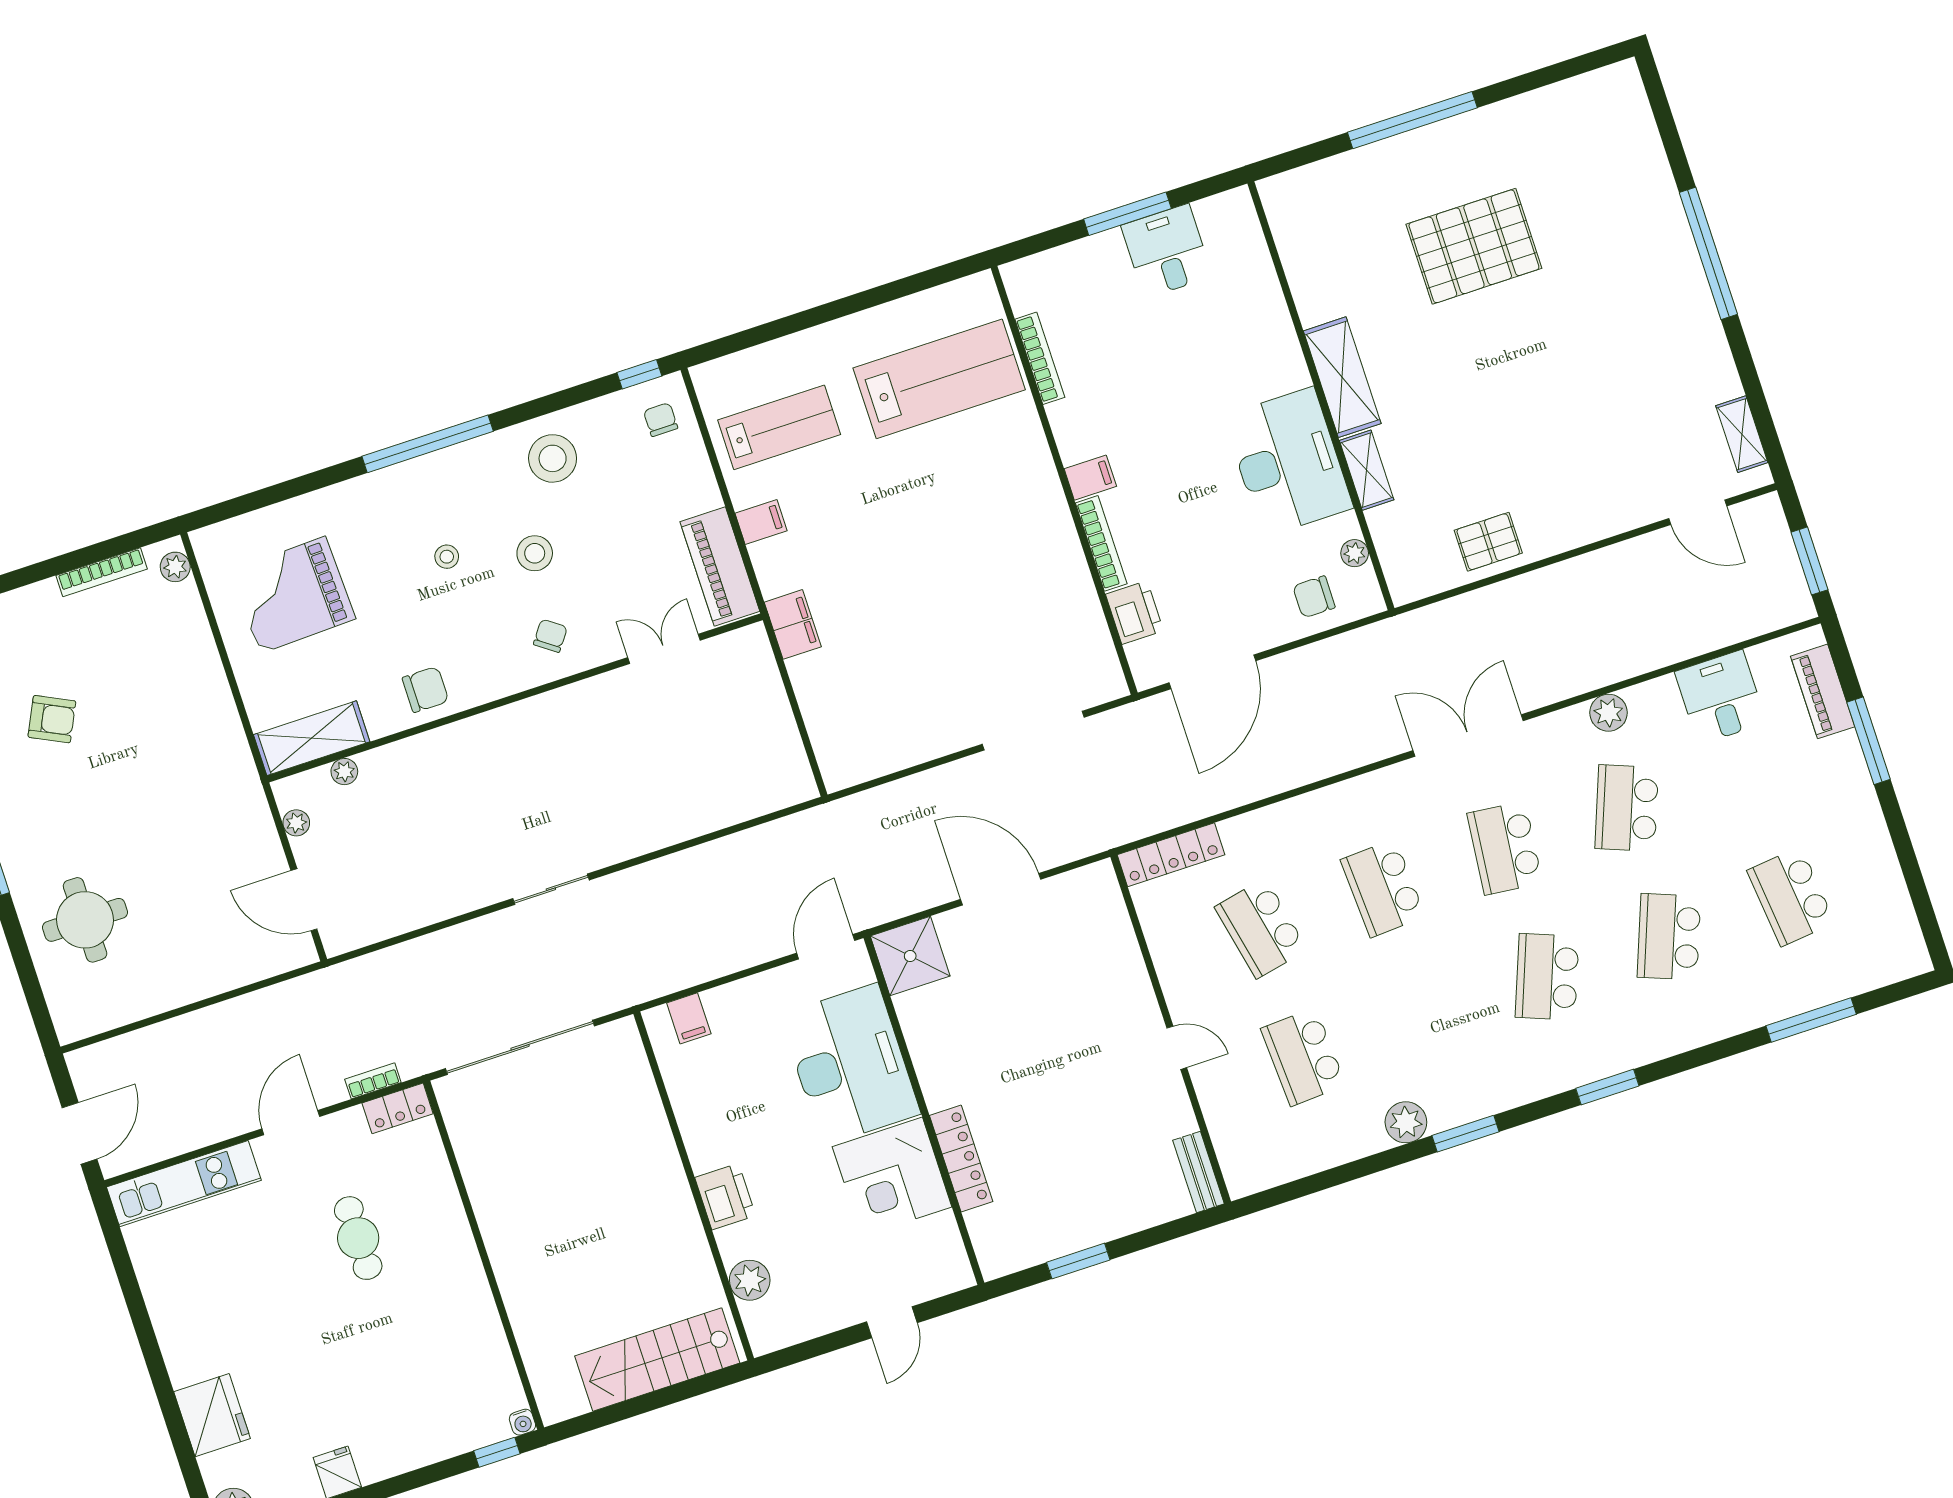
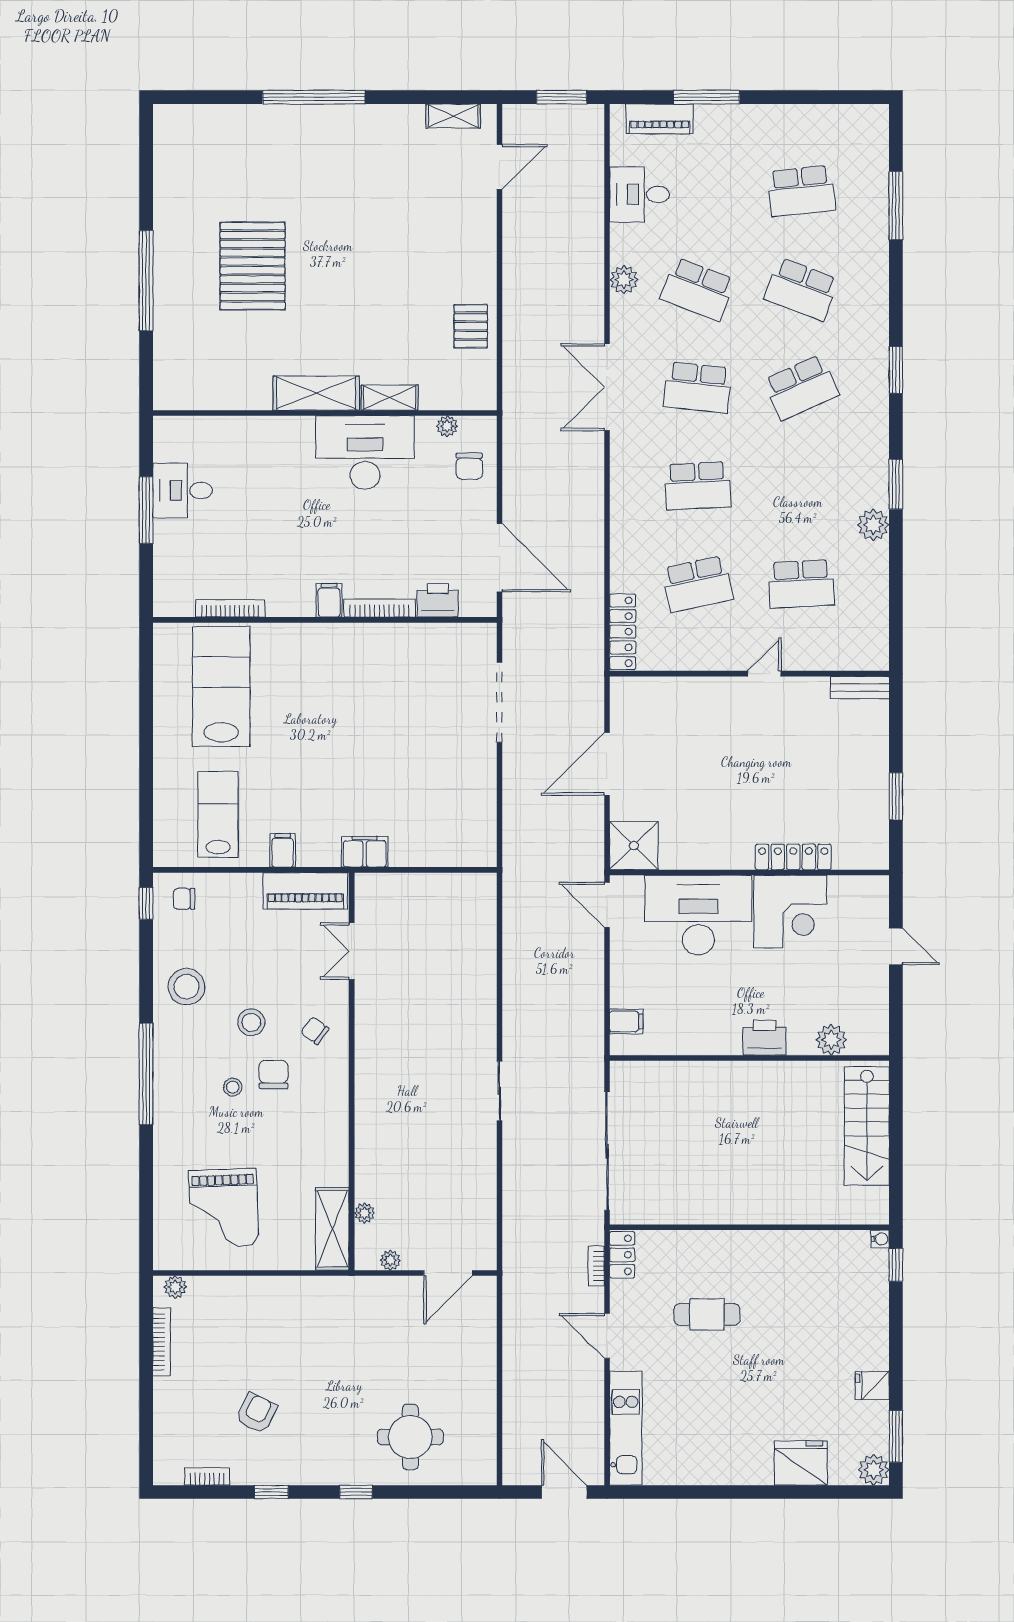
chair: (425, 689) -> (274, 1074), moved
school desk: (1547, 977) -> (801, 387), turned -45

